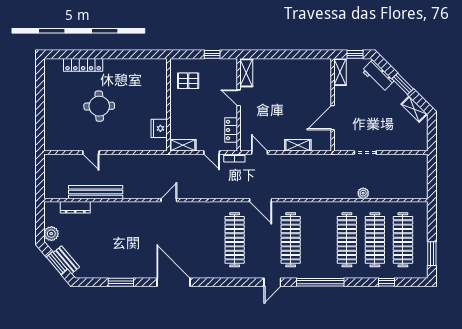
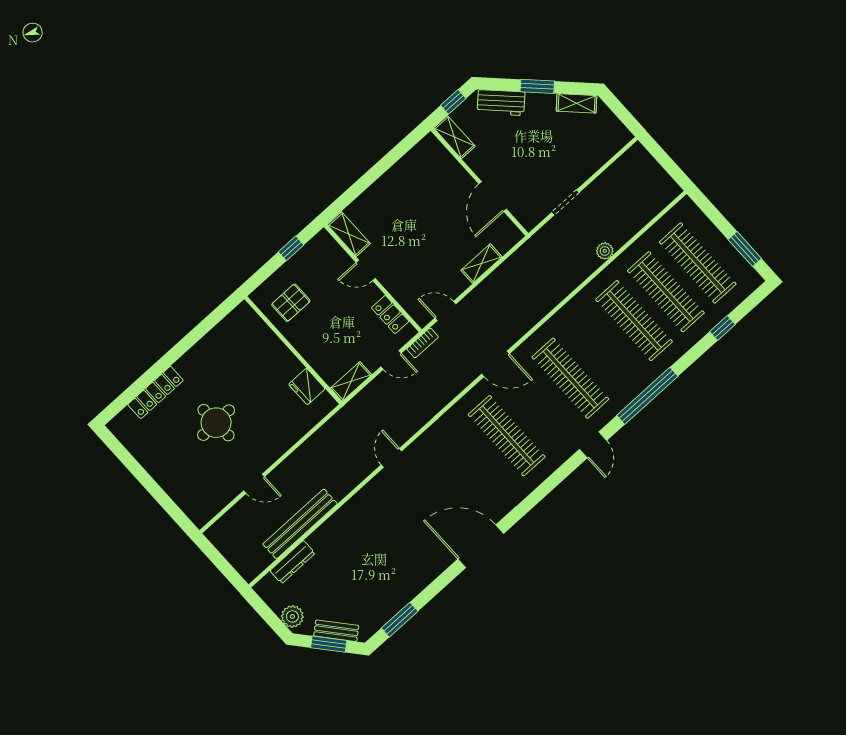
window: (121, 282) -> (400, 620), moved

